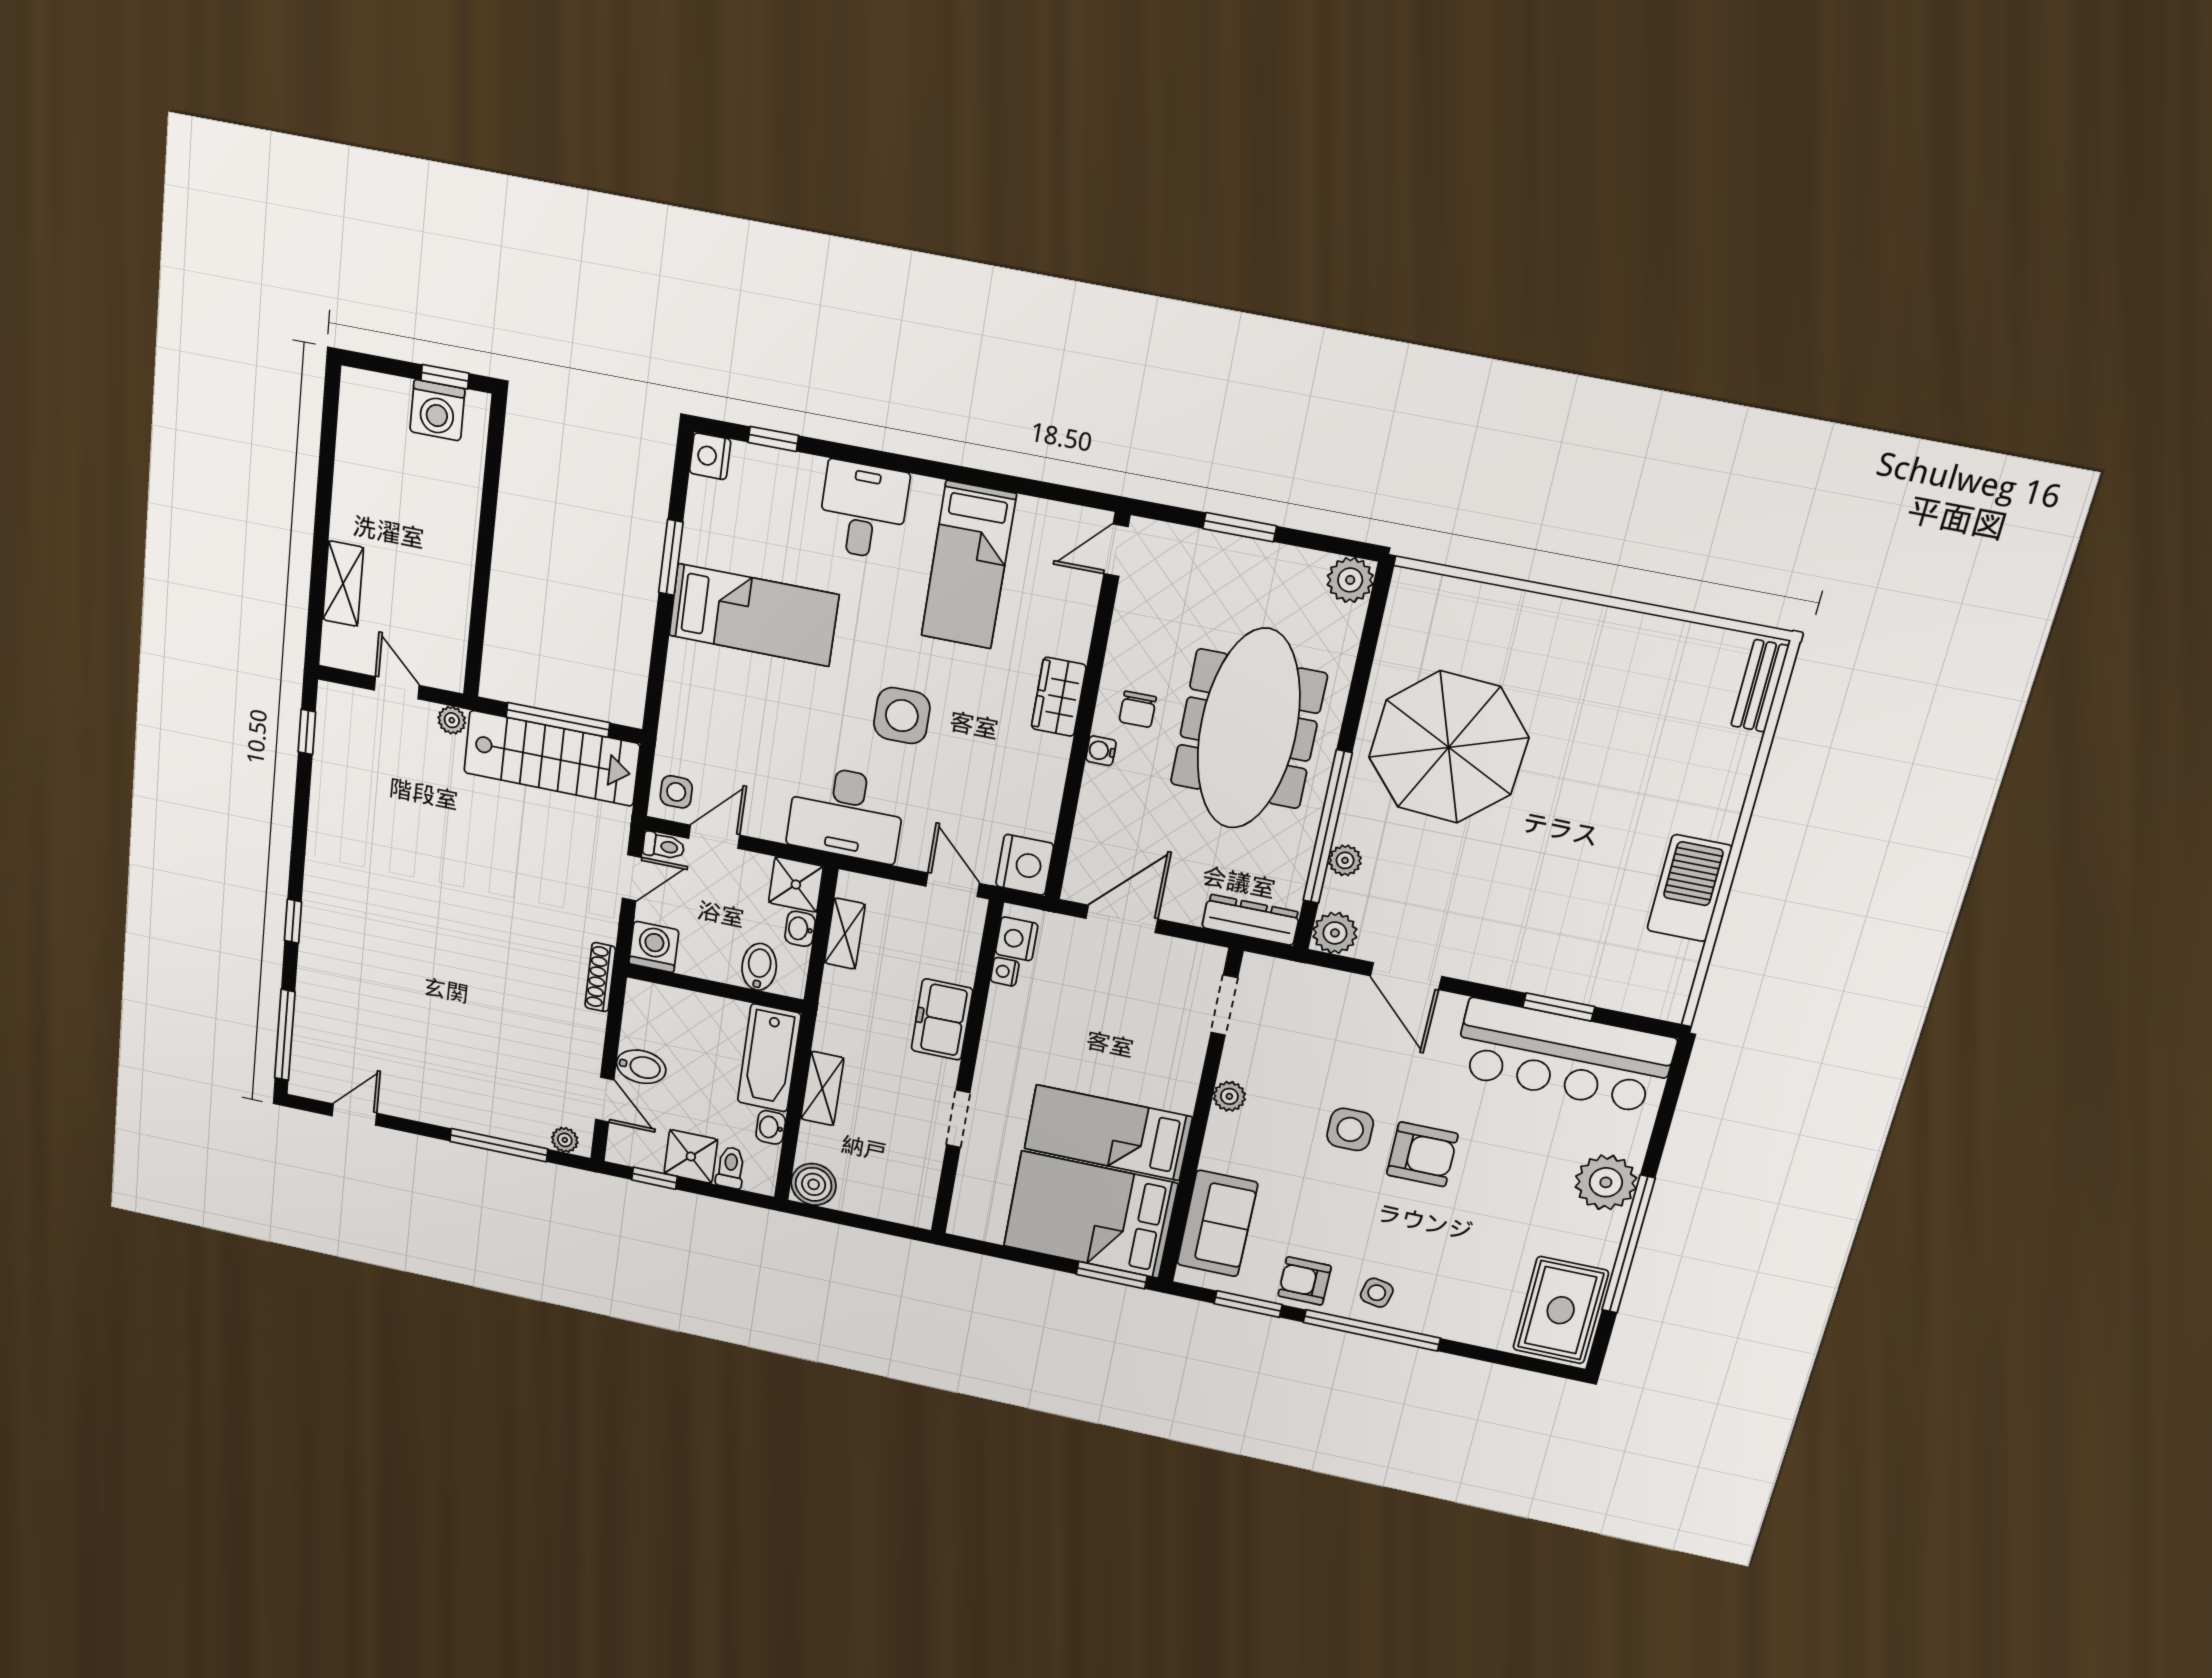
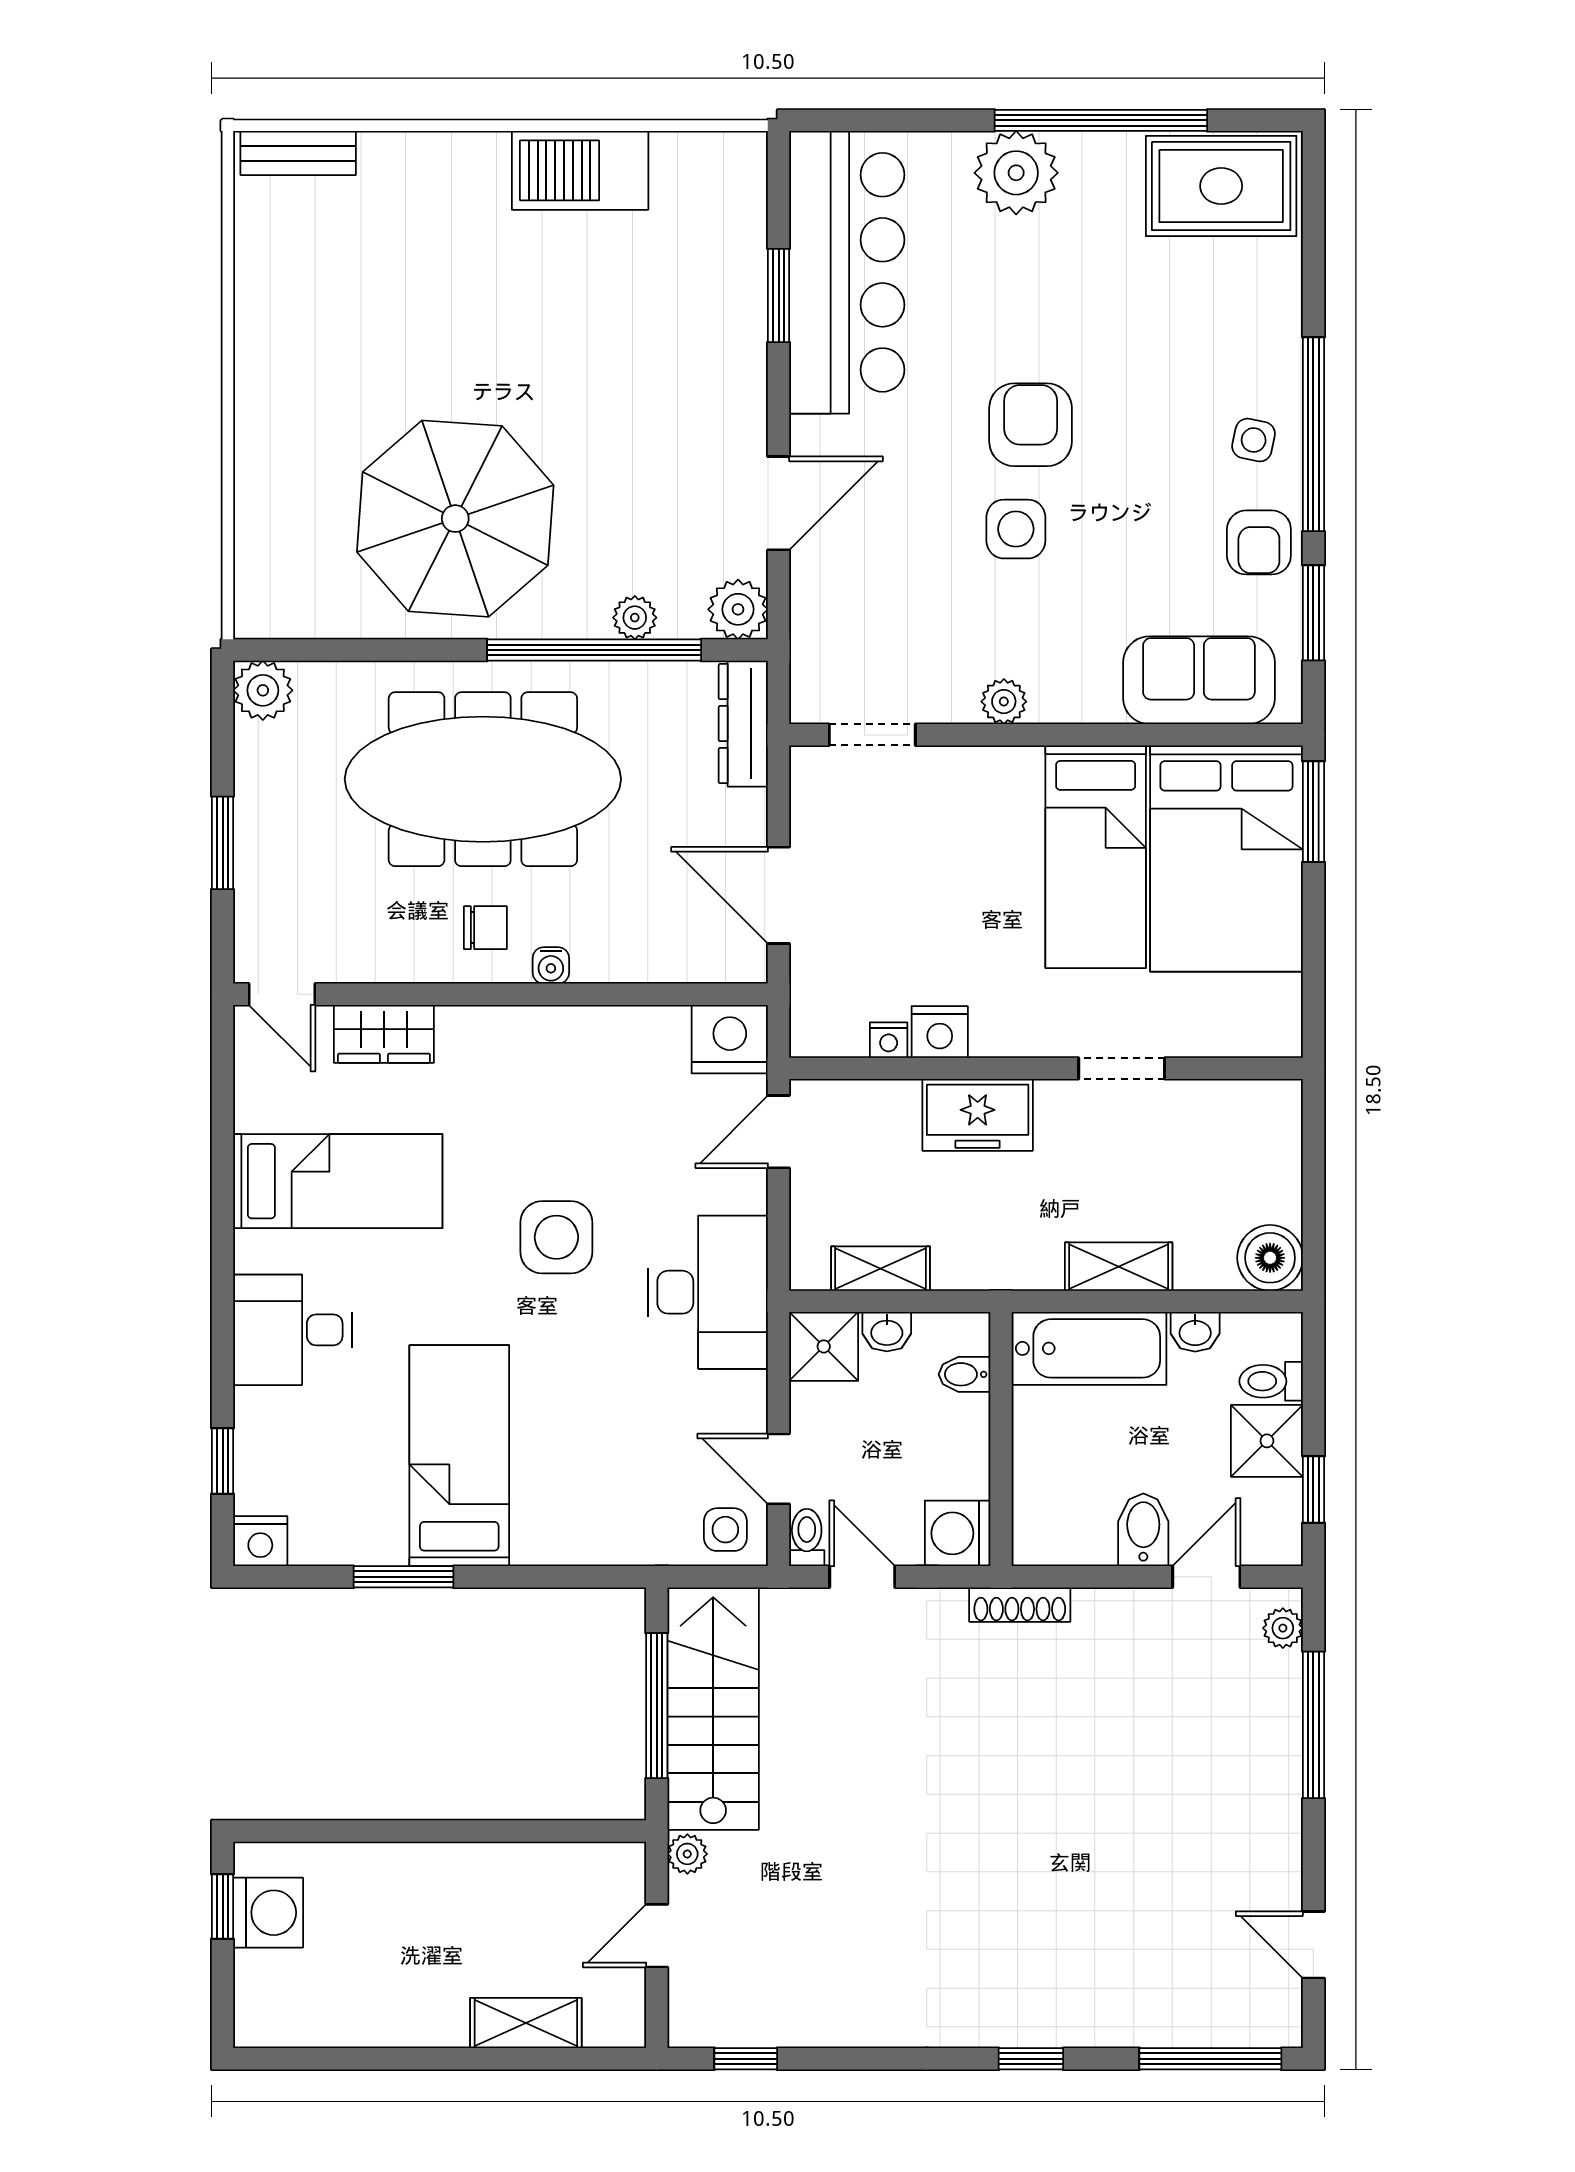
wardrobe: (1059, 697) -> (384, 1034), moved
nightstand: (1017, 939) -> (940, 1032), moved
bidet: (759, 967) -> (965, 1374), width x0.72, depth x0.74

